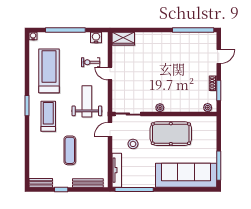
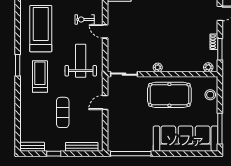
door: (110, 129) -> (105, 102), moved
stool: (133, 144) -> (210, 95), moved
tv unit: (117, 170) -> (112, 133), removed

